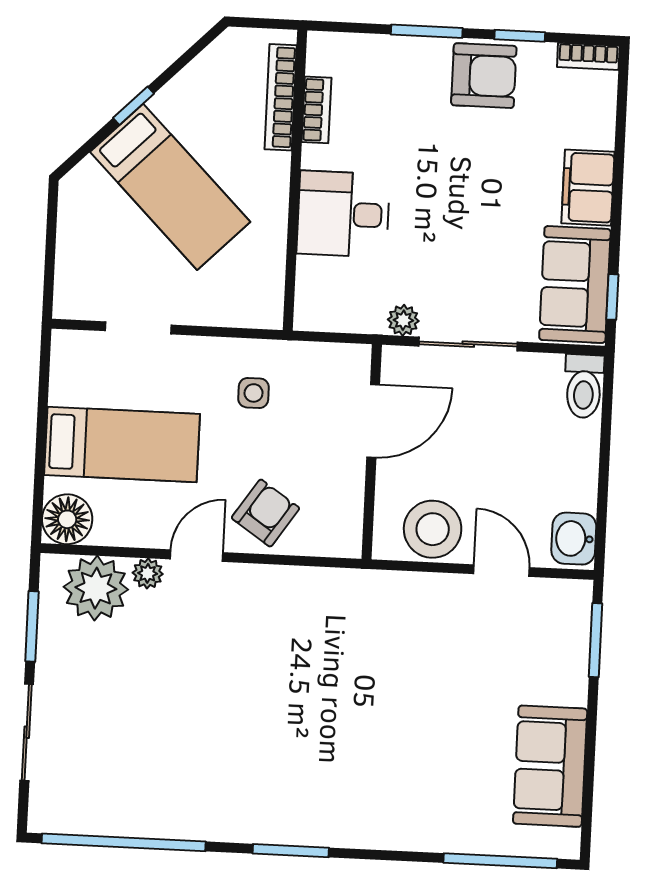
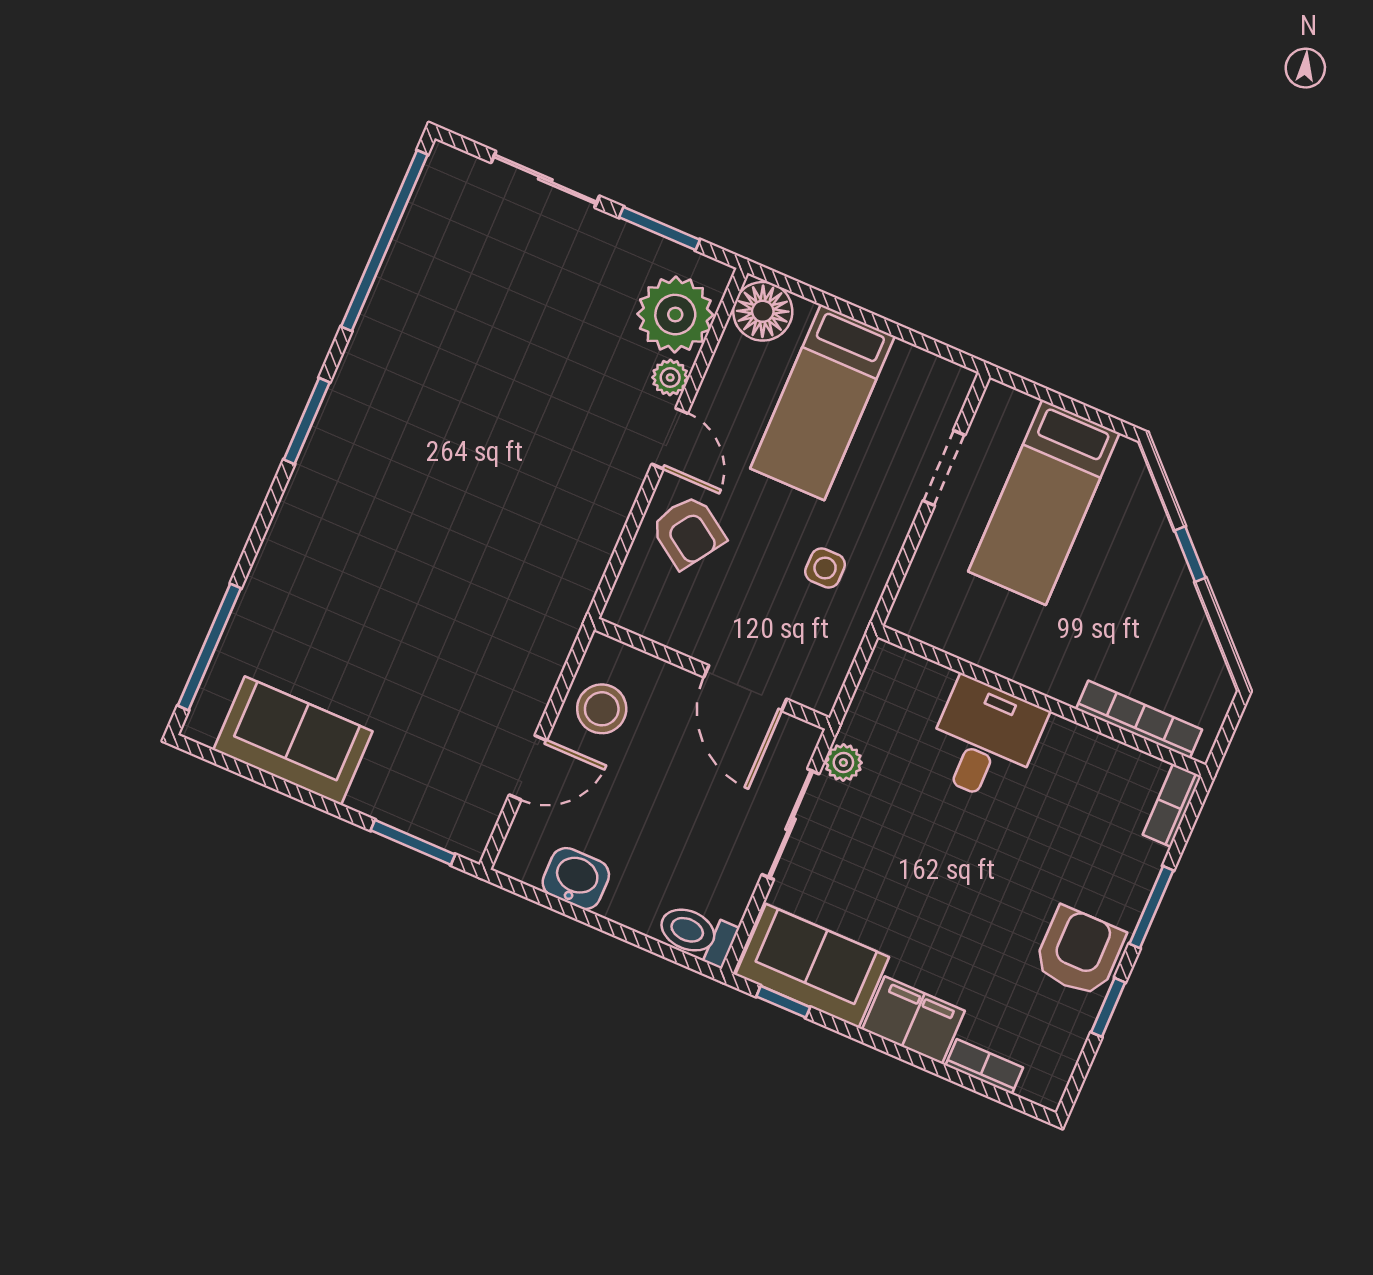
bookcase: (588, 56) -> (984, 1066), moved, turned 90
armchair: (484, 76) -> (1079, 952), turned 180
bookcase: (316, 110) -> (1172, 805), moved, turned 90
bed: (170, 187) -> (1044, 502), moved, turned -45
stool: (433, 529) -> (602, 709), width x0.73, depth x0.73
washbasin: (574, 539) -> (576, 878), moved

